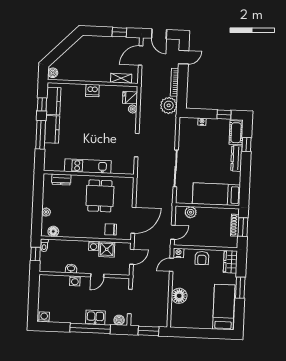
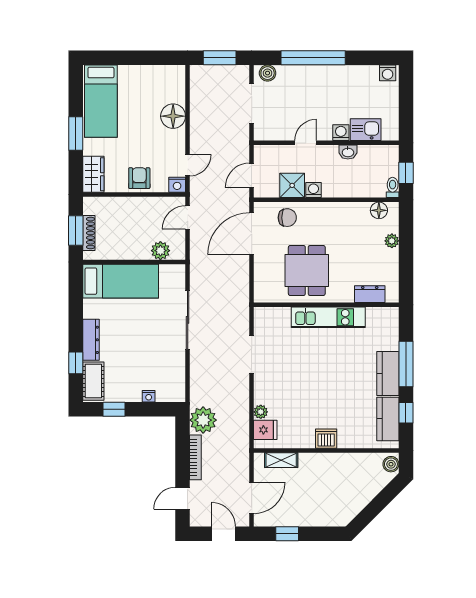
kitchen sink: (95, 317) -> (366, 130), moved, turned 180

